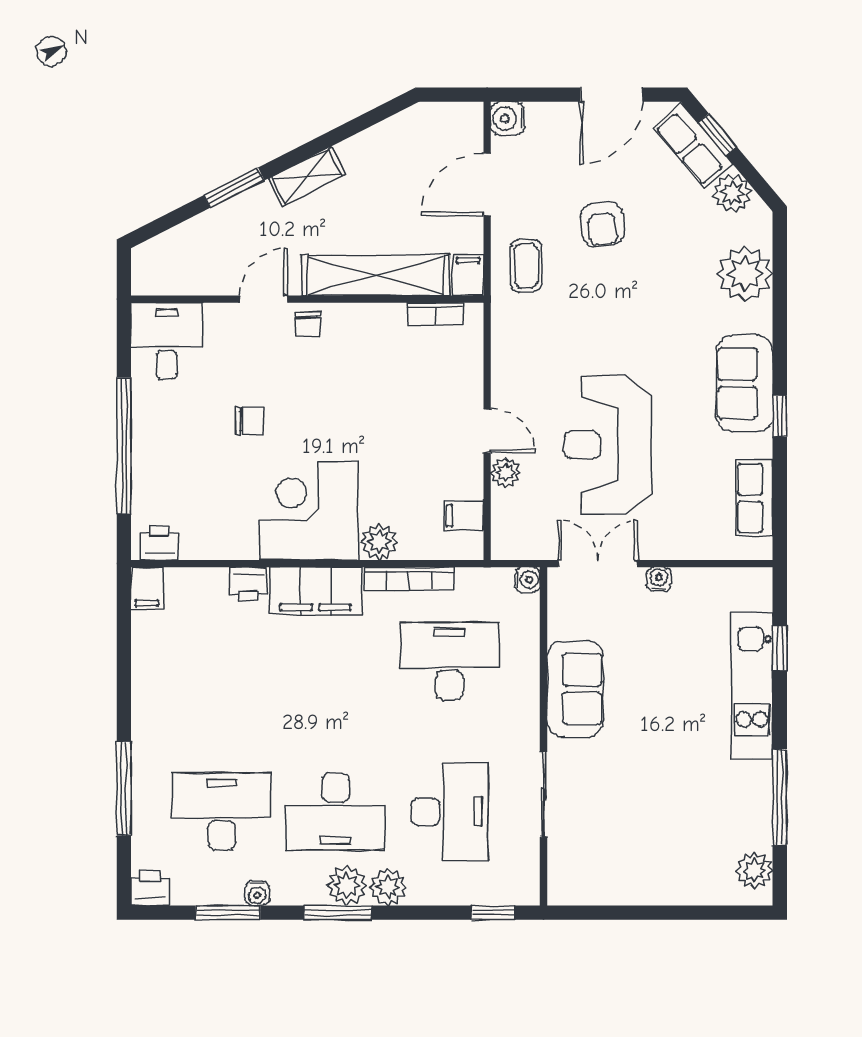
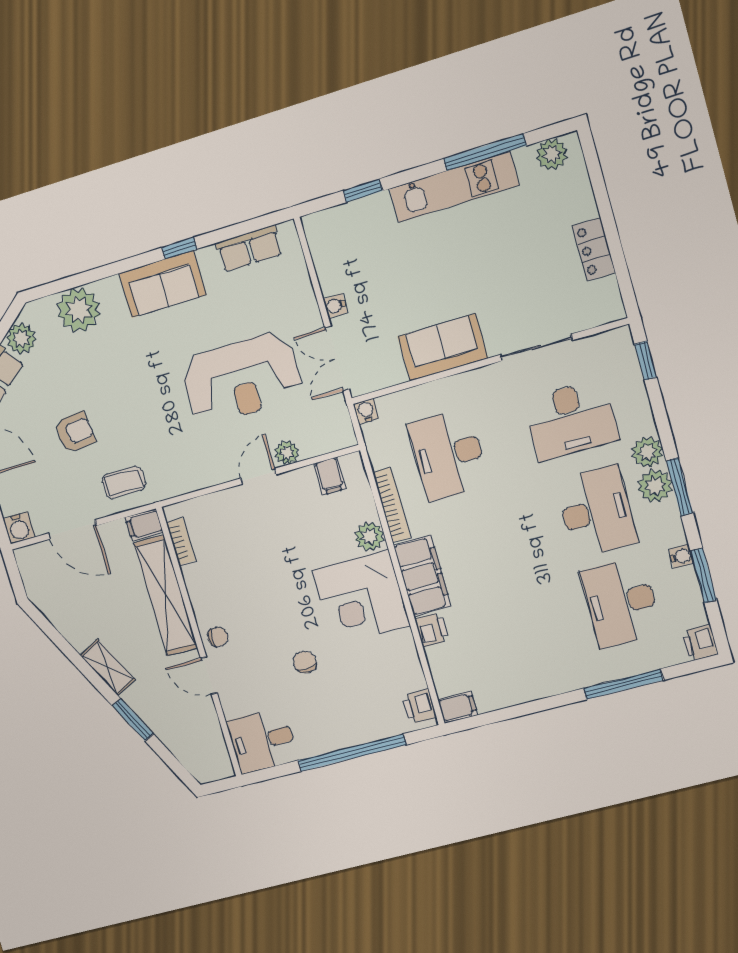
kitchen unit: (752, 686) -> (454, 187), moved
desk: (449, 812) -> (571, 420), turned 180
locker: (635, 889) -> (594, 249), added

